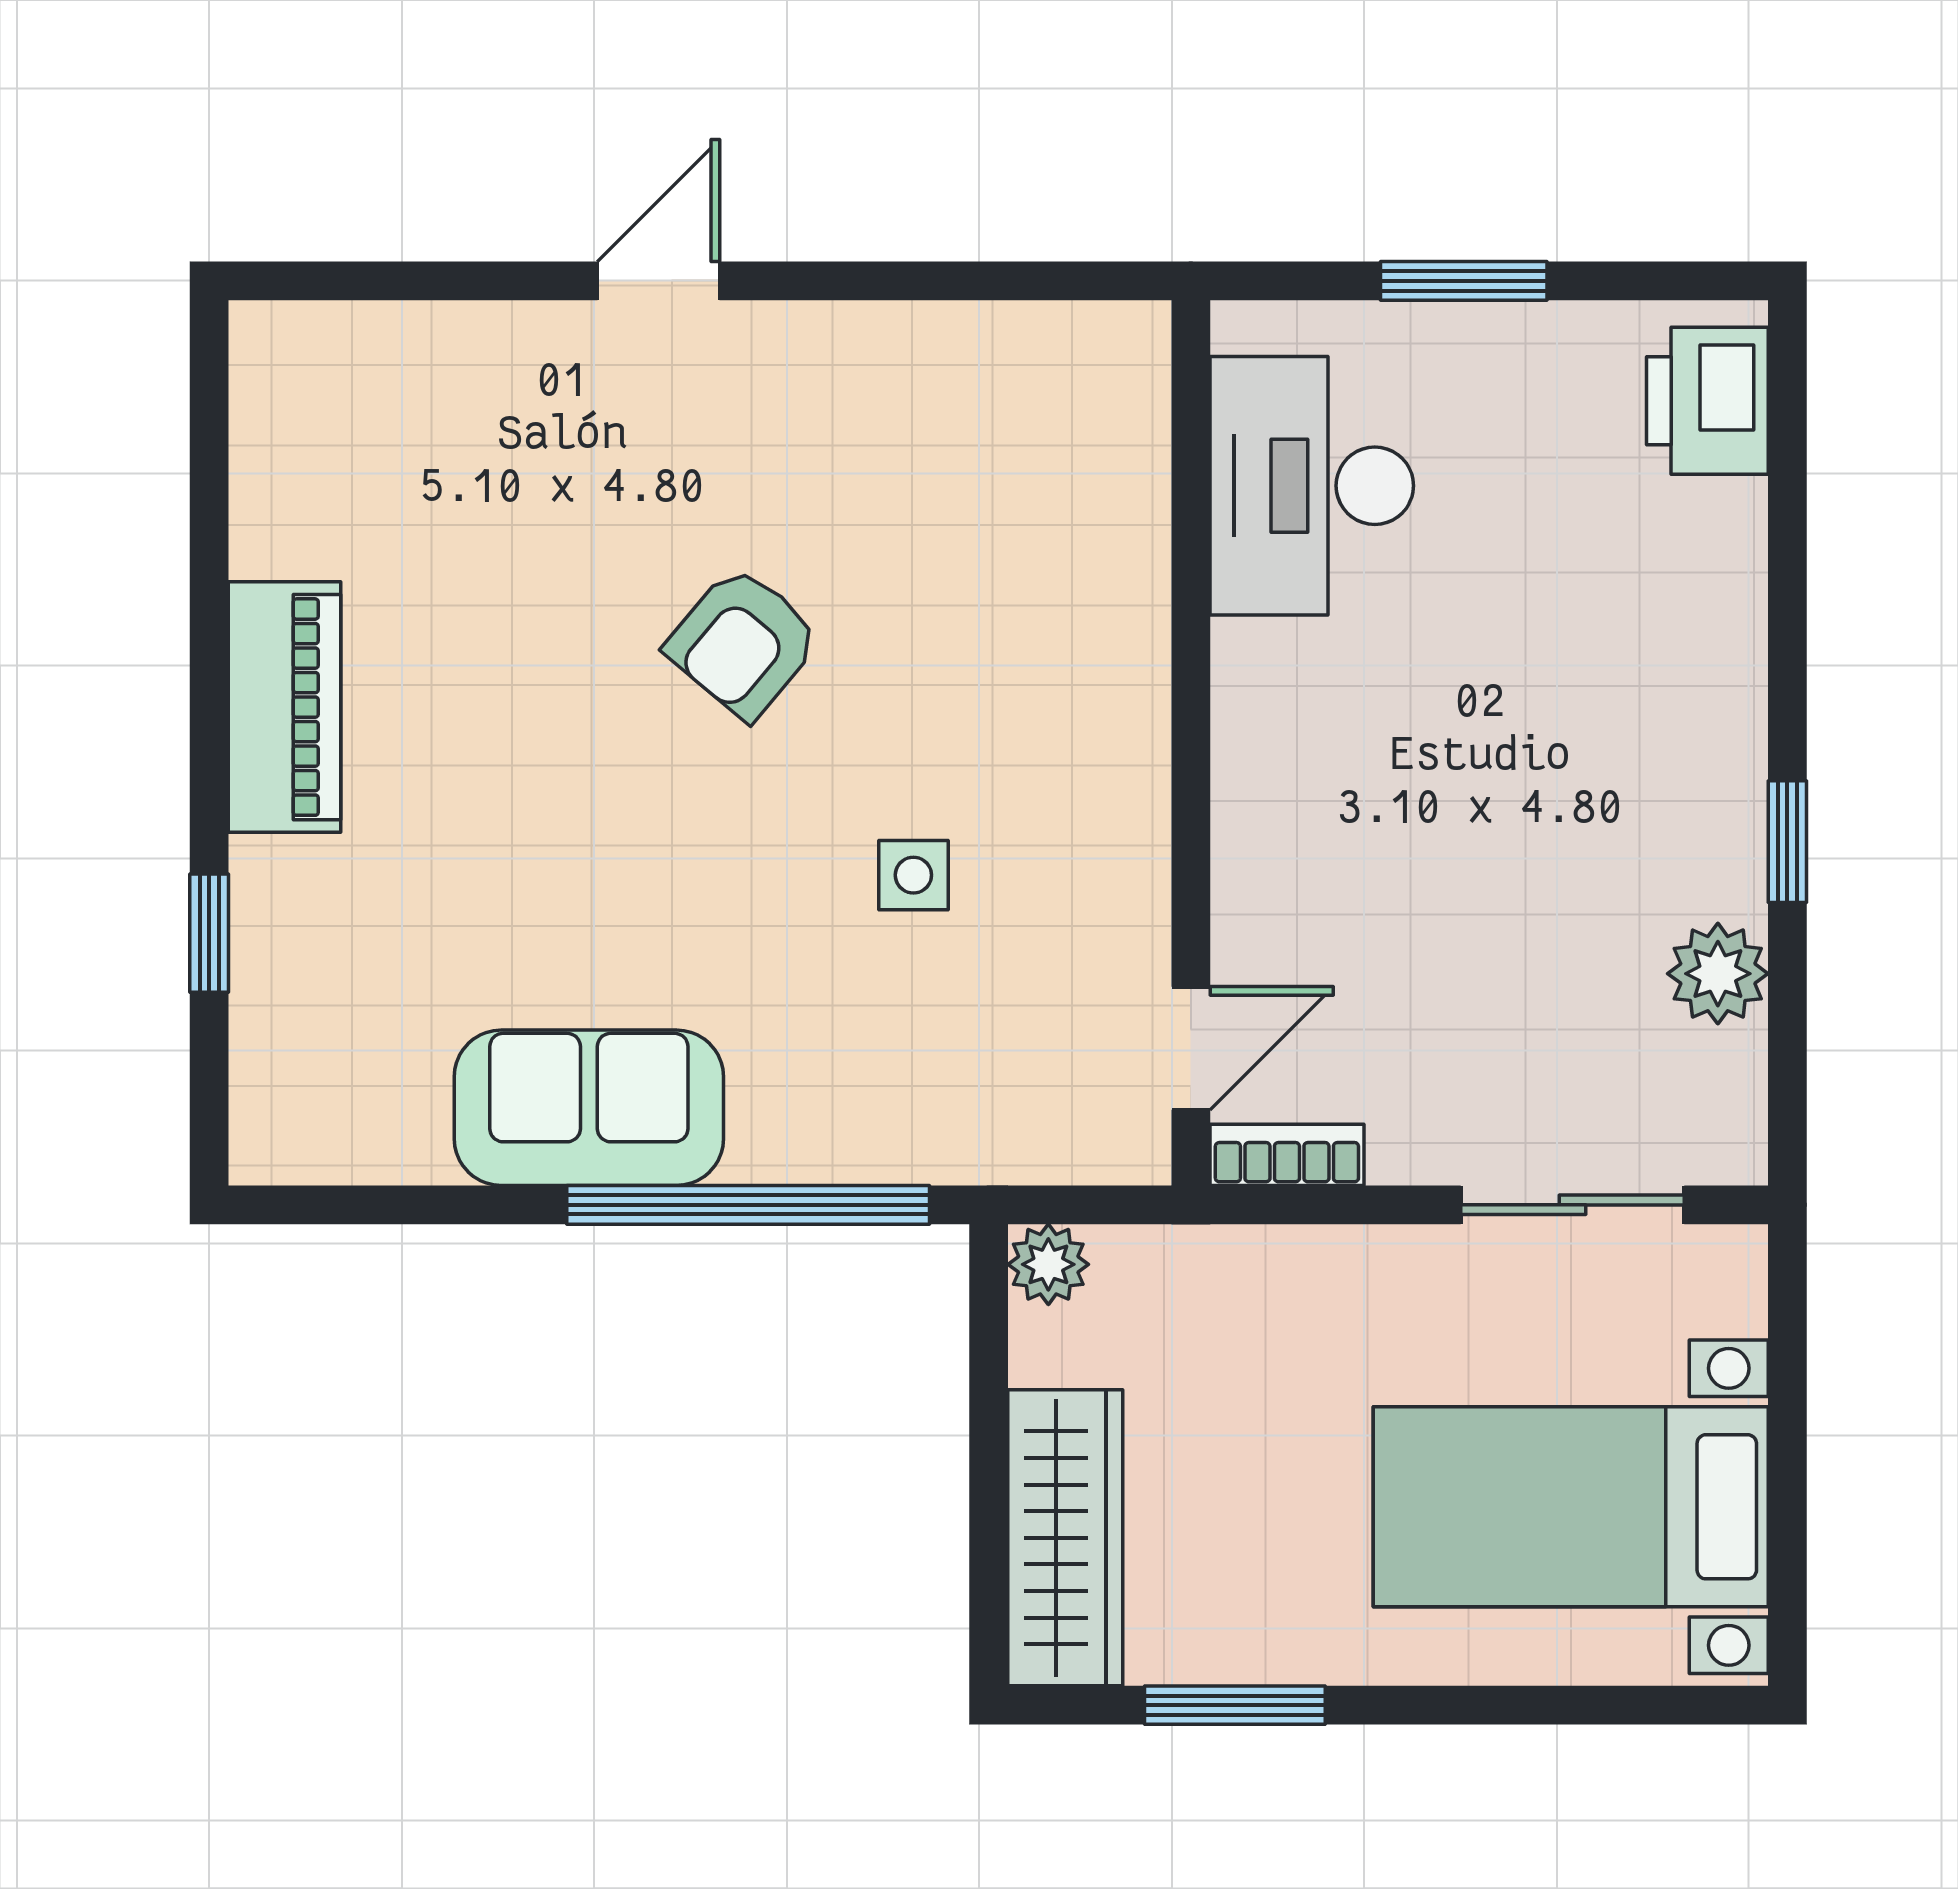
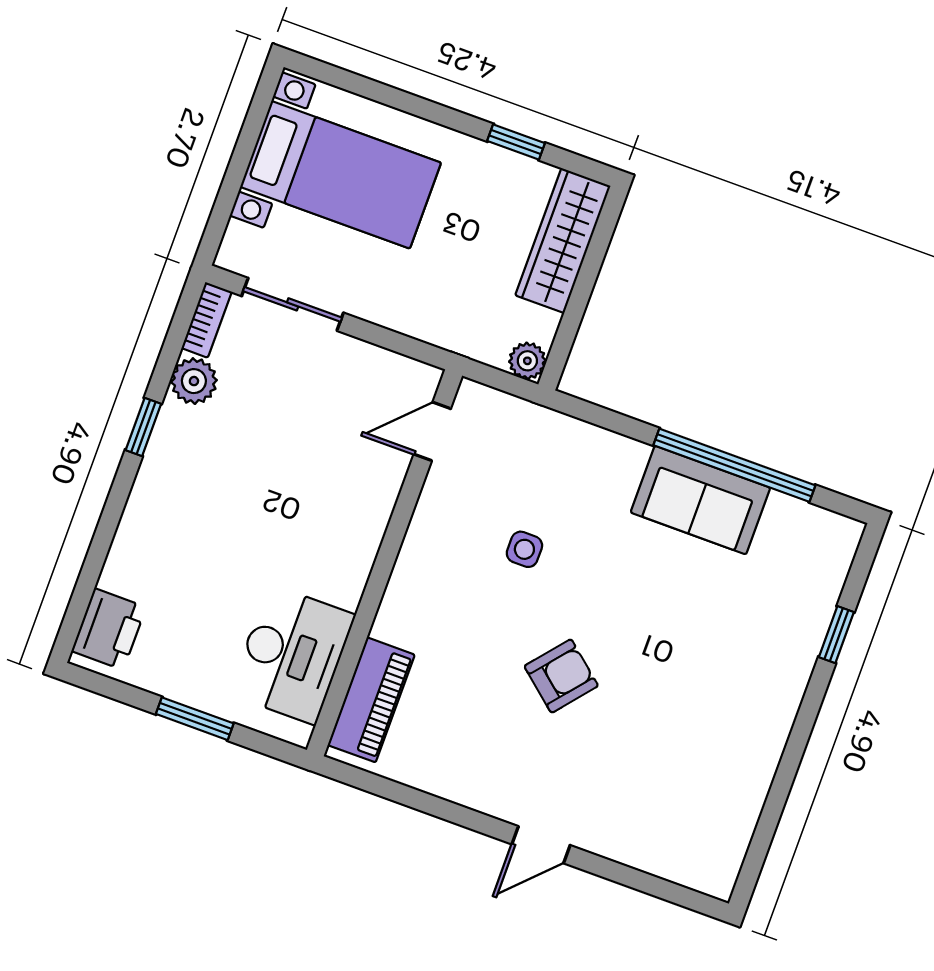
piano: (284, 707) -> (371, 700), moved, turned 180
bookcase: (1287, 1155) -> (207, 320), moved, turned -90
window: (748, 1205) -> (734, 465), moved
window: (1235, 1705) -> (516, 142), width x0.67

